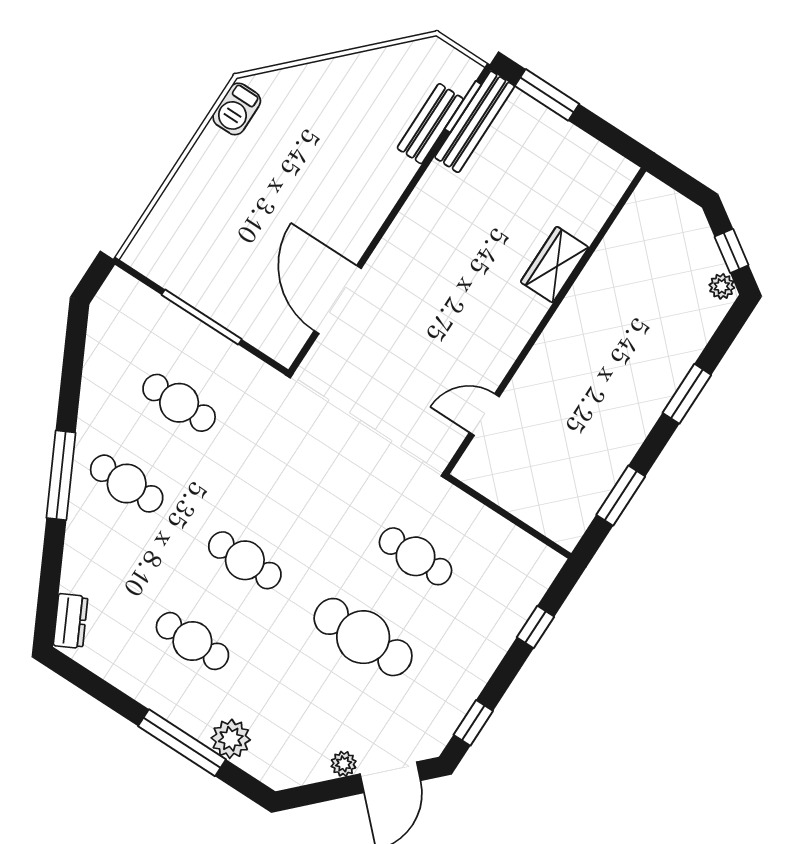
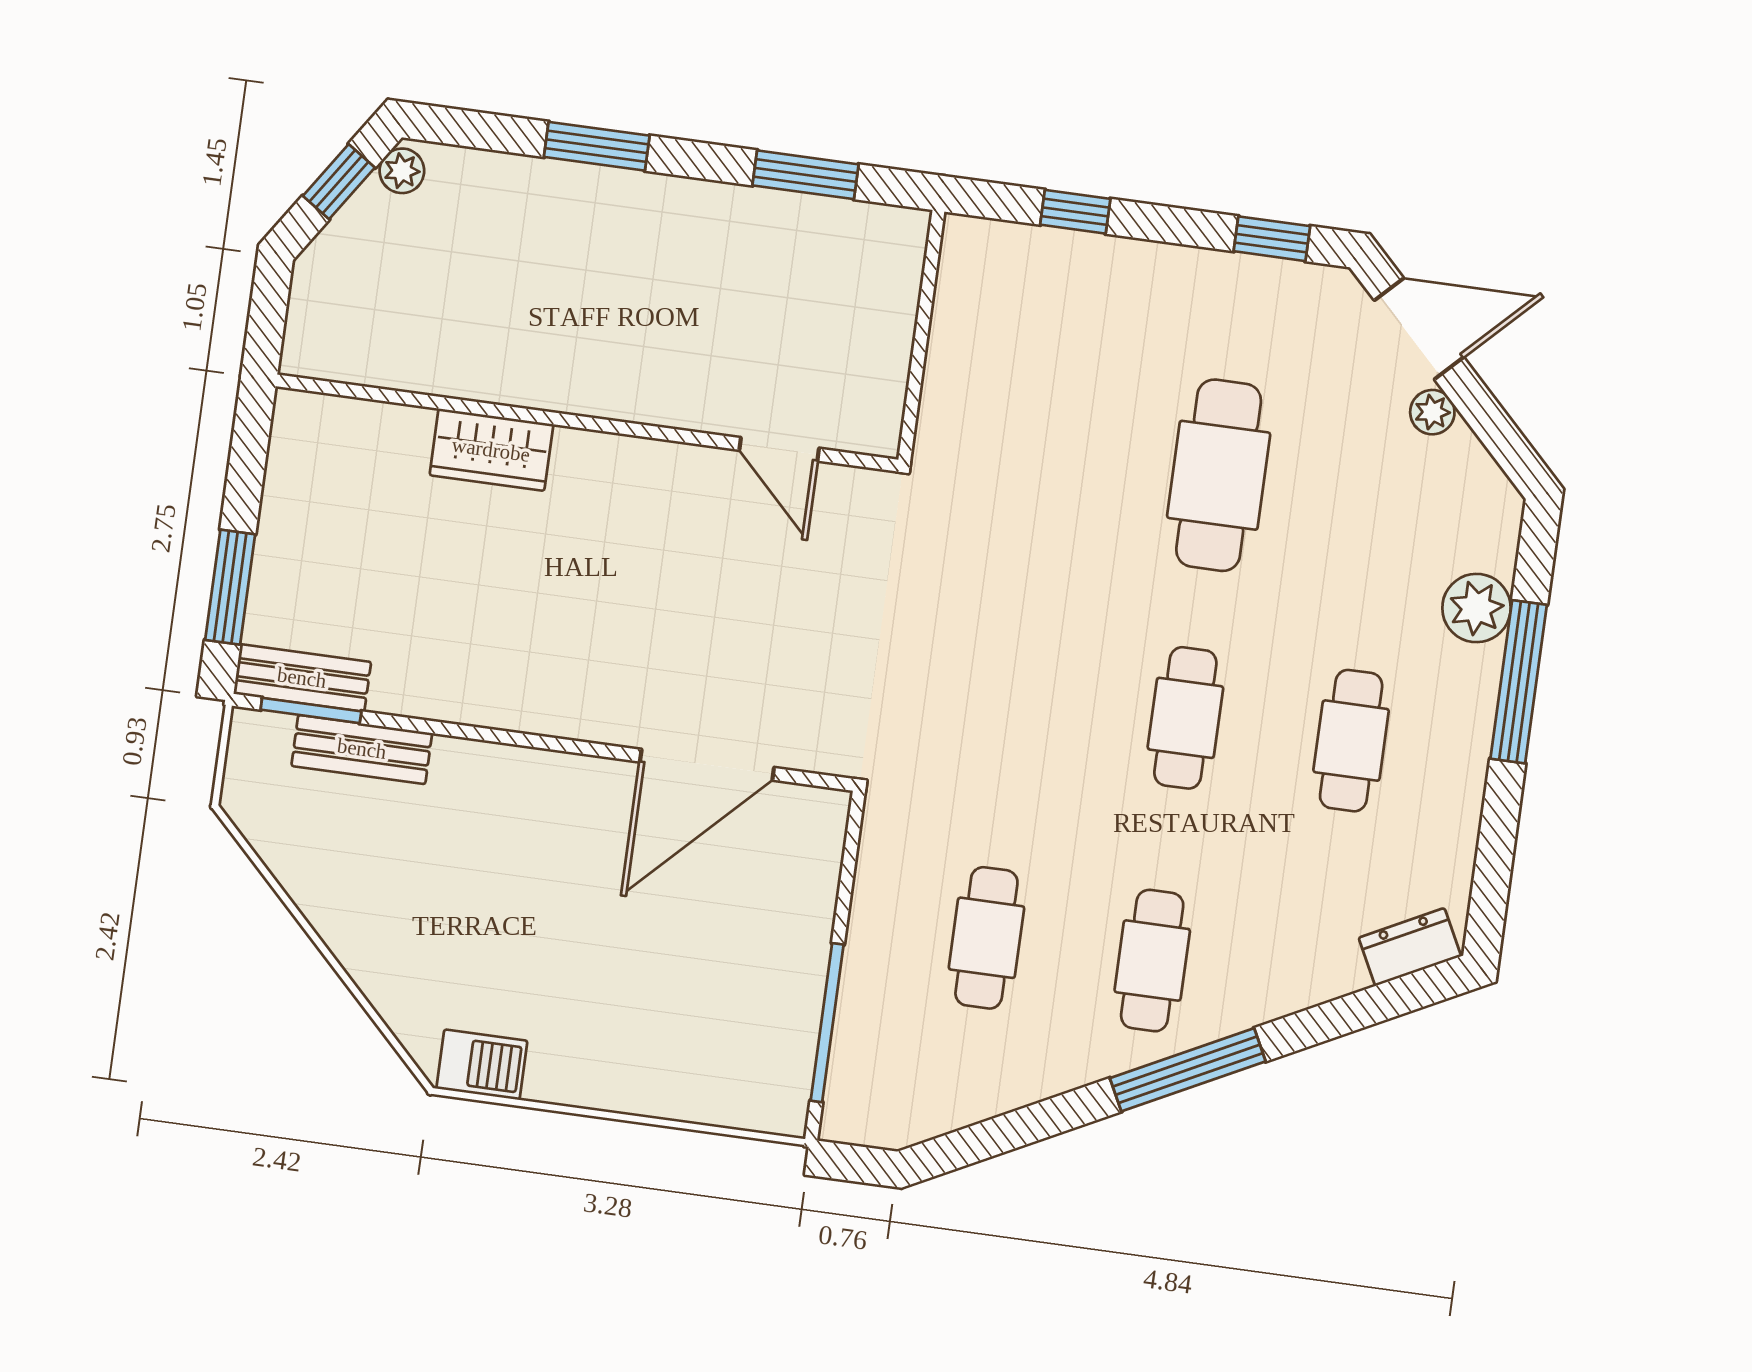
bench: (475, 122) -> (302, 678), width x0.73
window: (202, 317) -> (827, 1023), moved
cafe table: (416, 556) -> (1053, 453), removed

